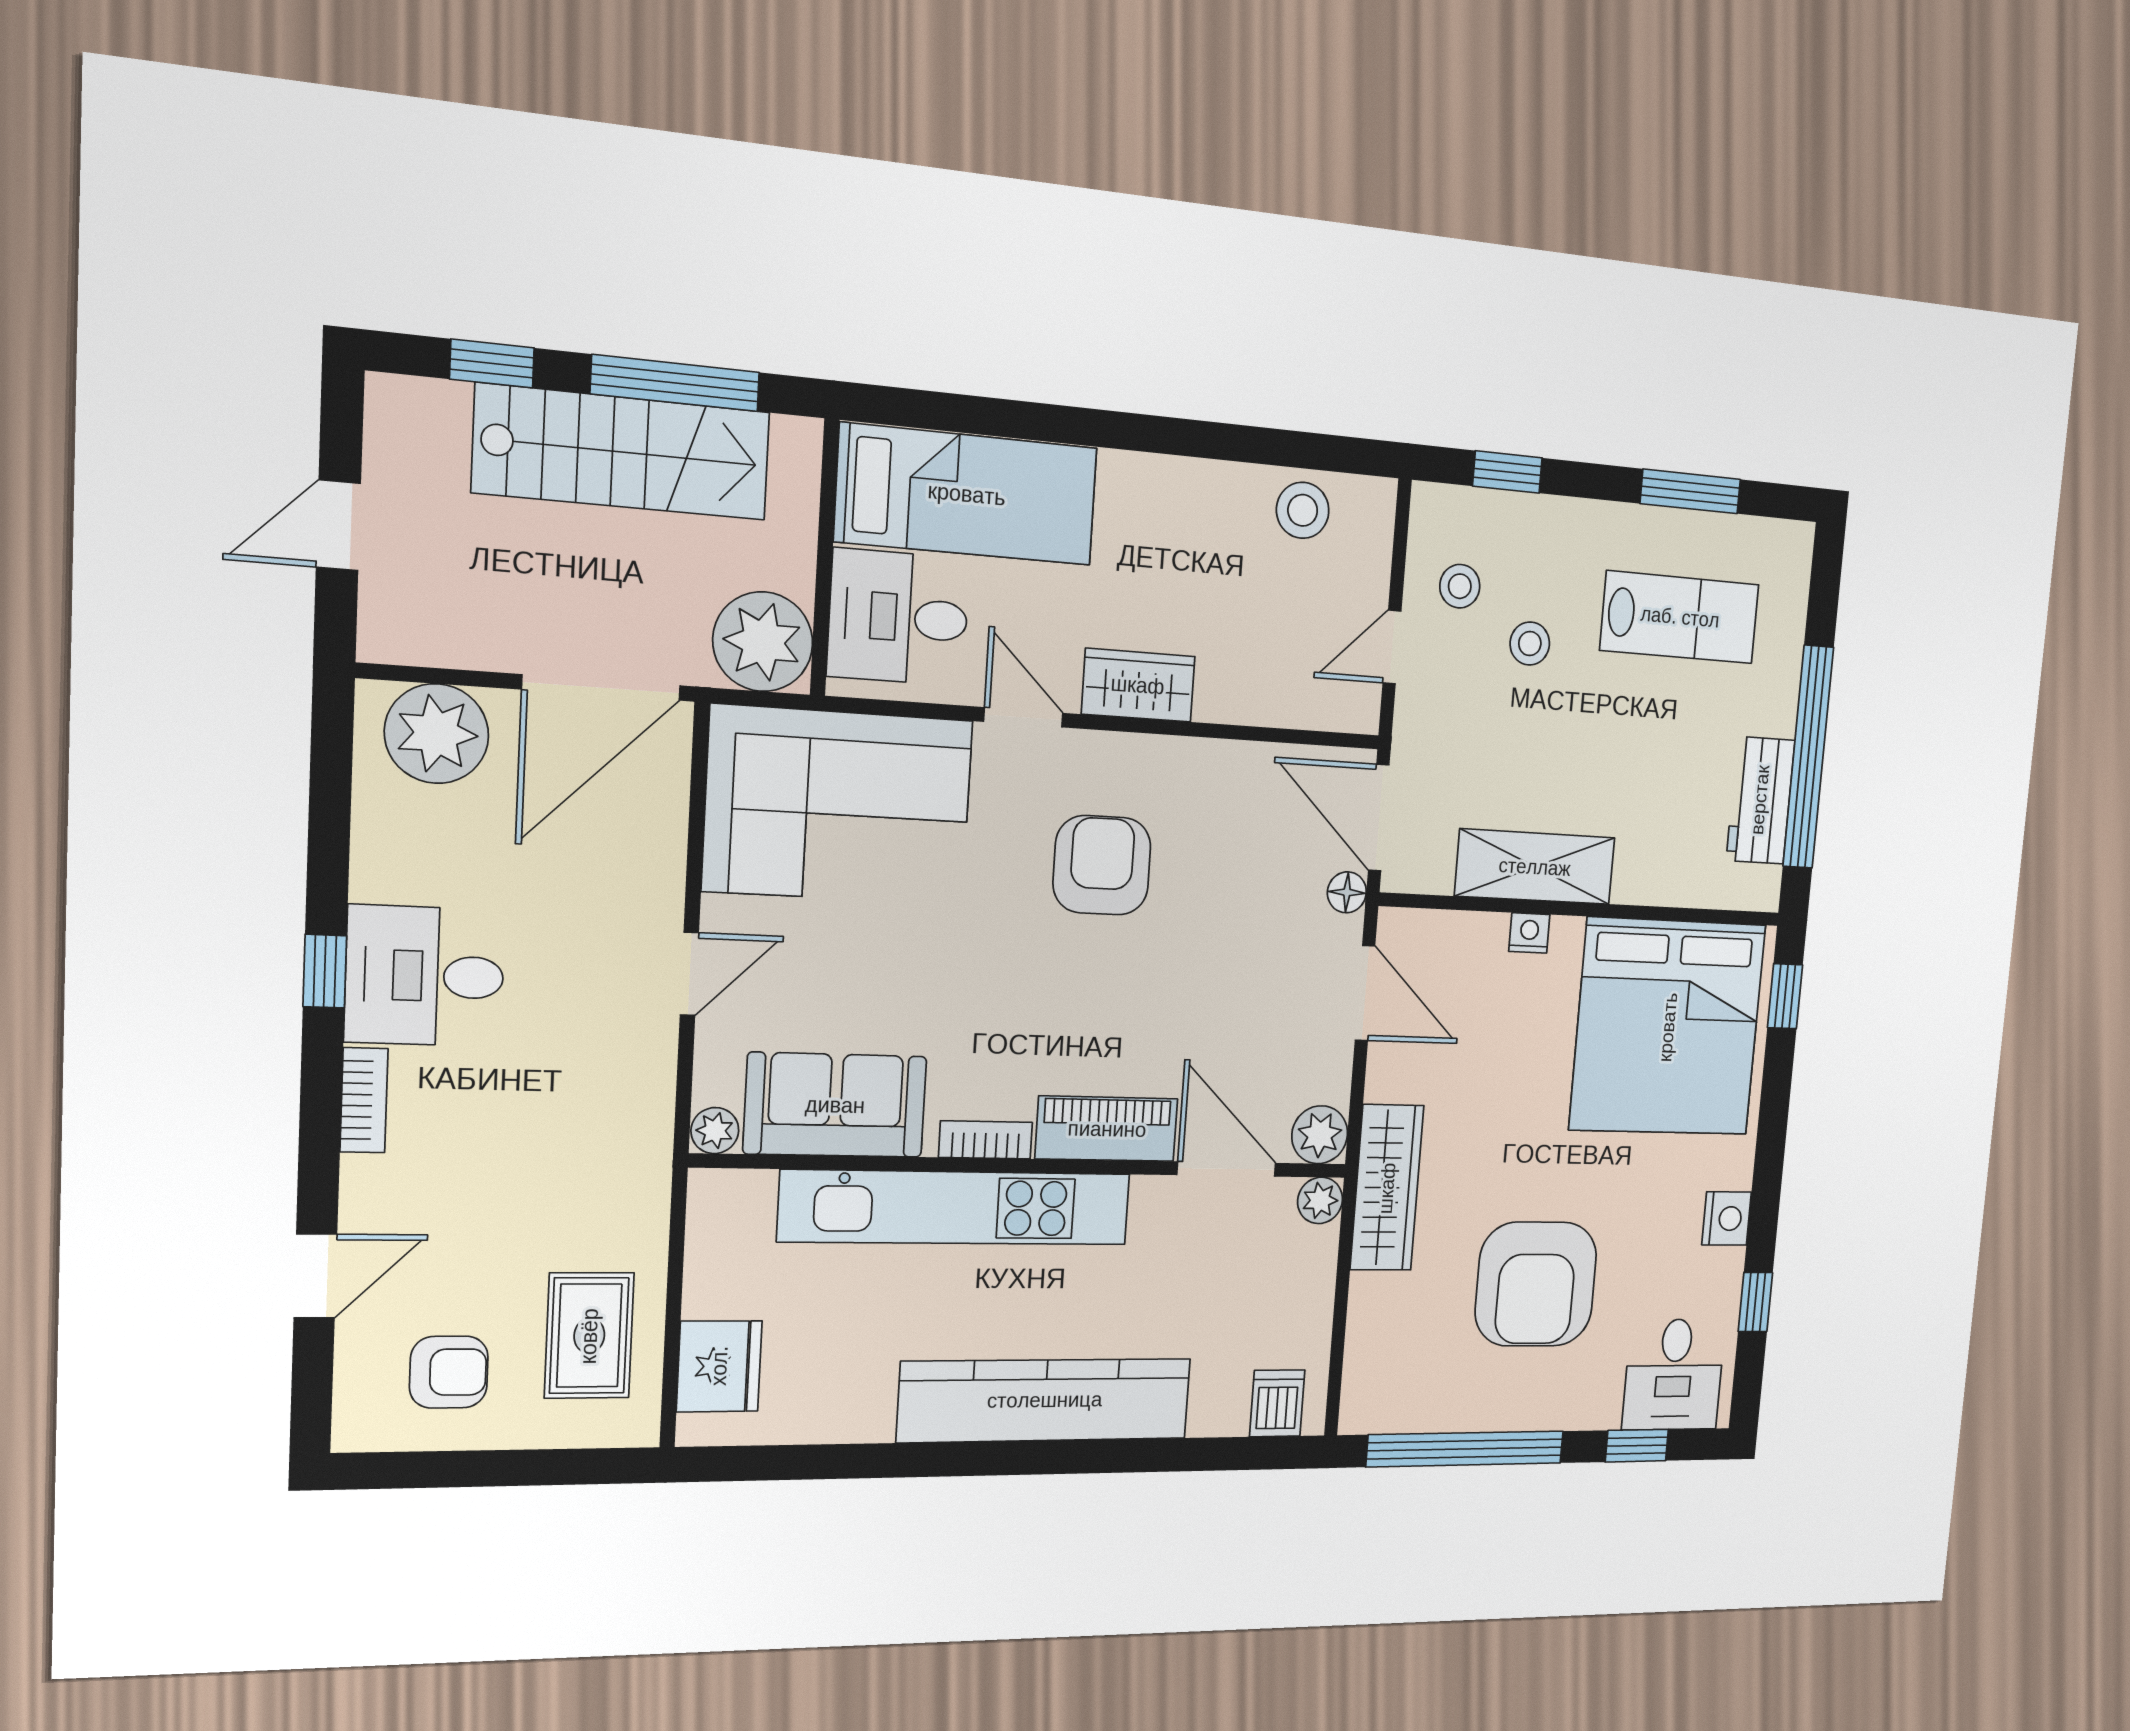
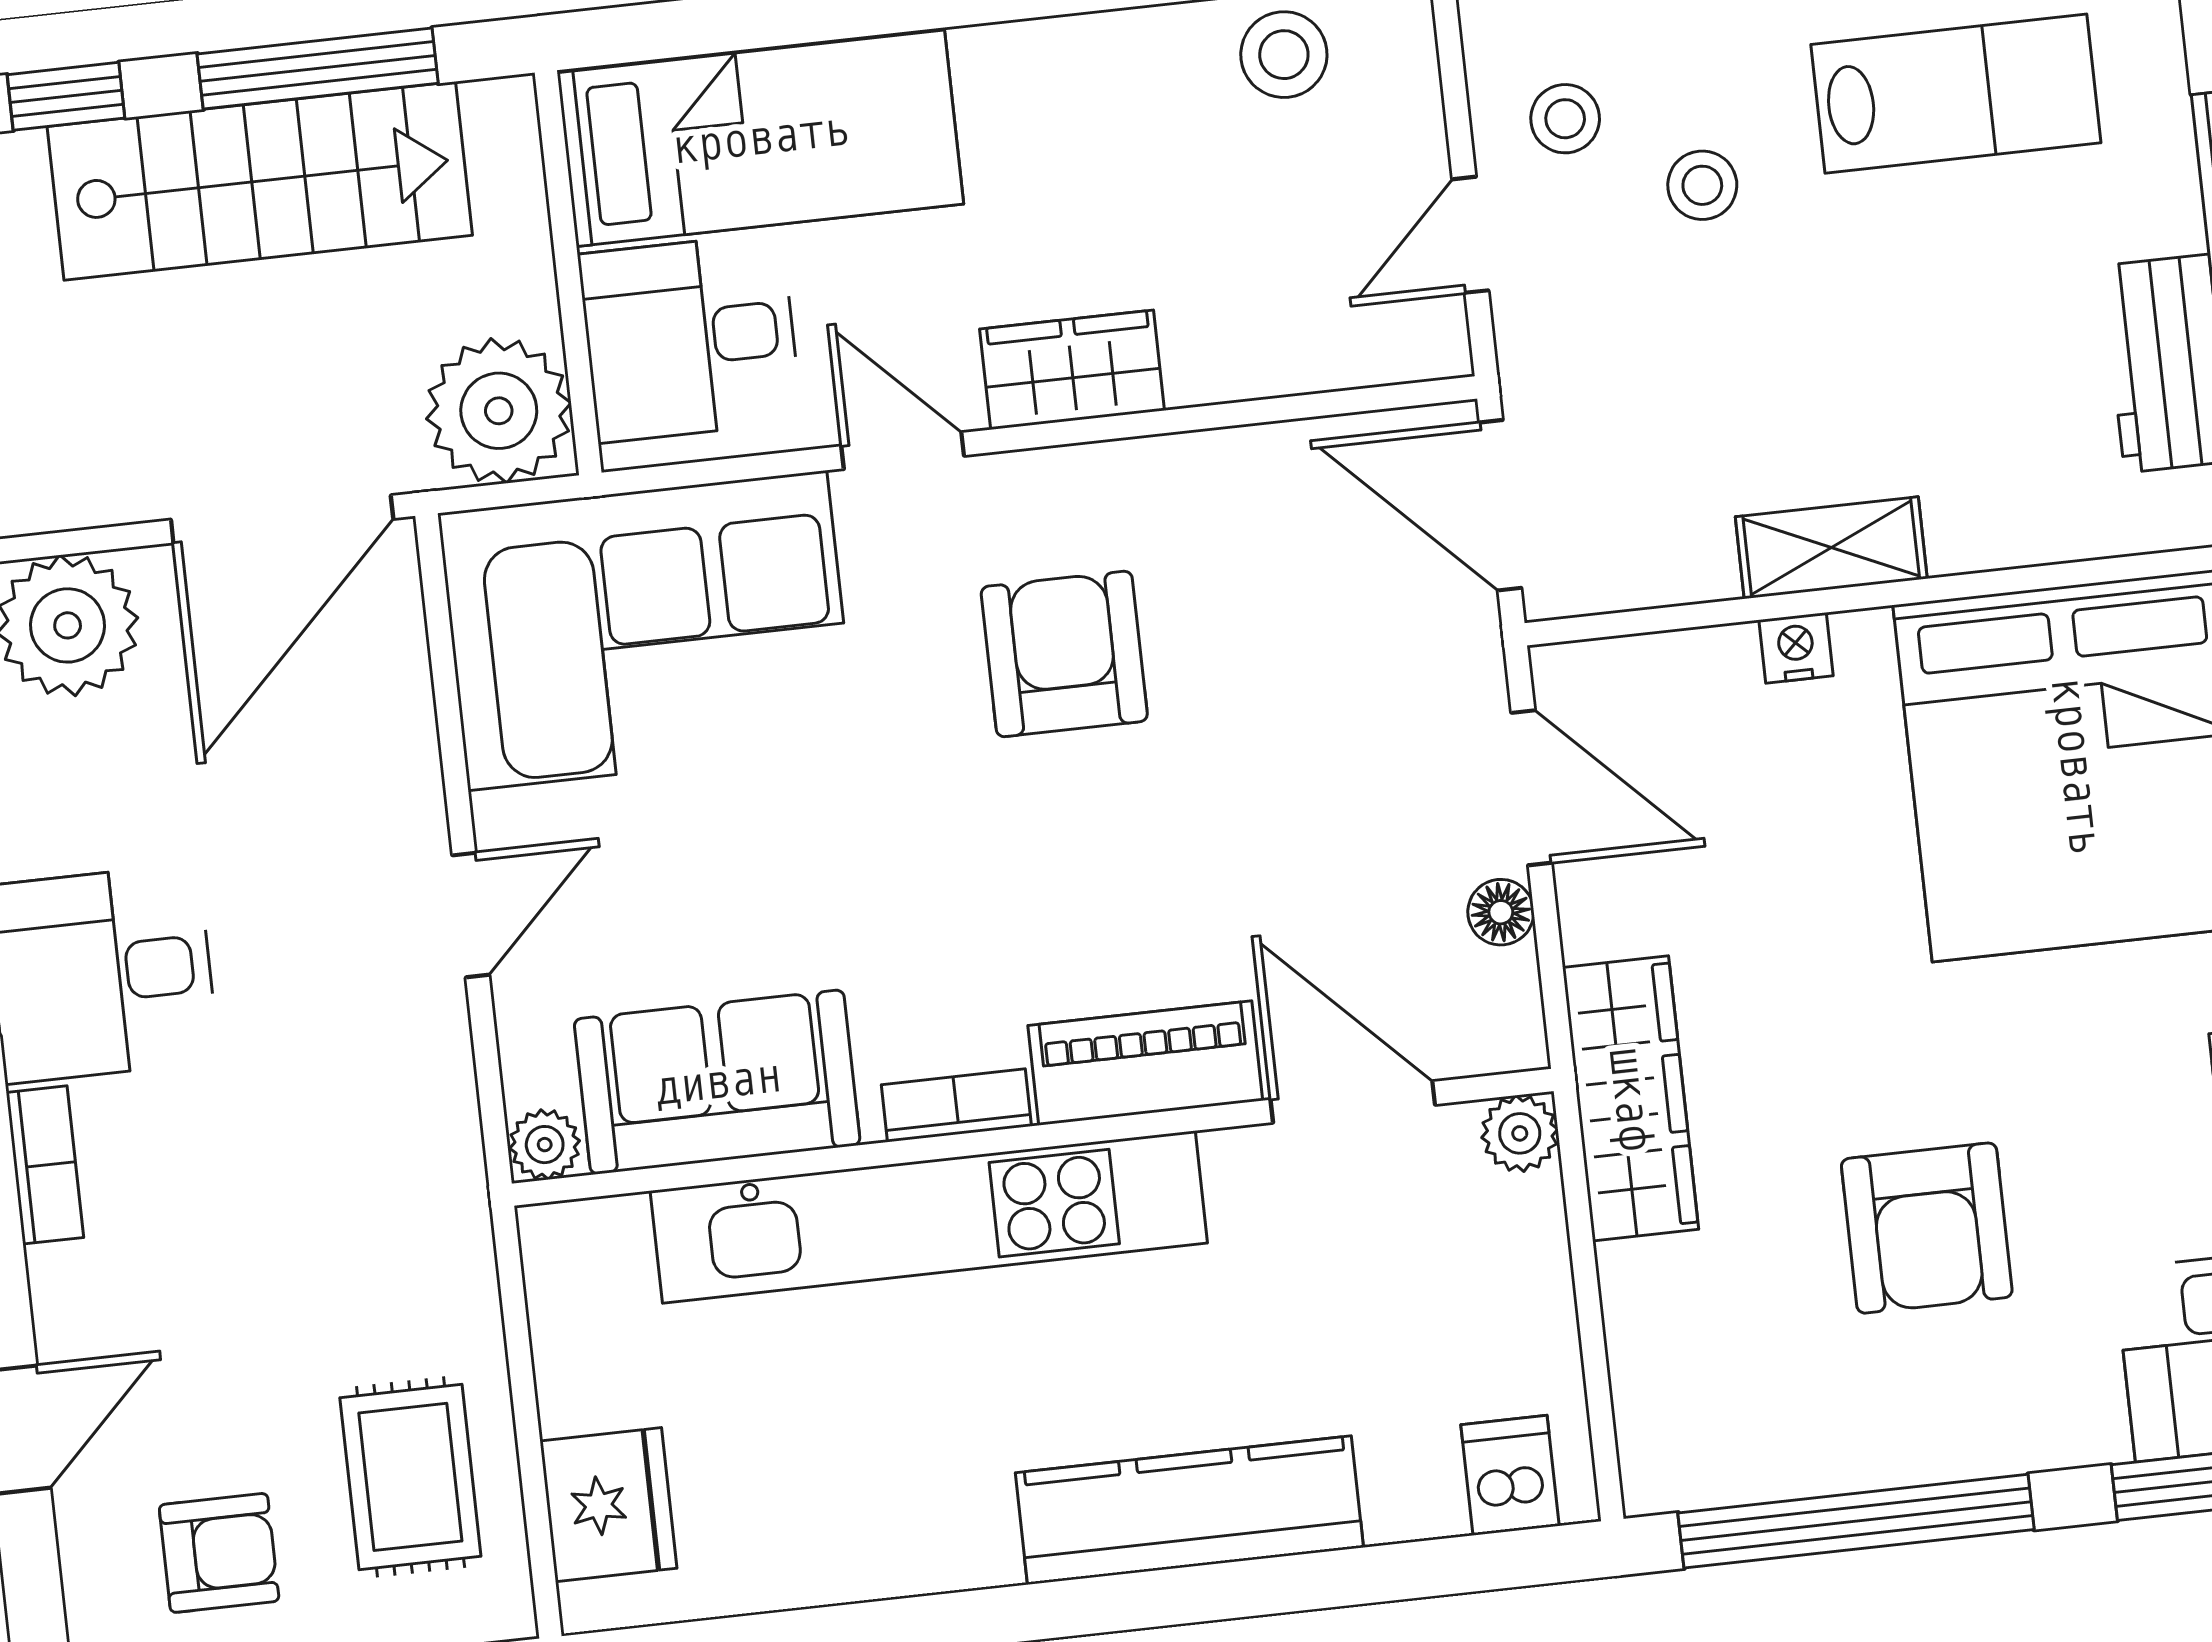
shelving: (1535, 867) -> (1831, 548), width x0.67, depth x0.75
floor lamp: (1347, 892) -> (1501, 912), moved
plant: (1320, 1135) -> (1499, 1027), removed
armchair: (1536, 1284) -> (1927, 1228), width x0.73, depth x0.73
kitchen counter: (1045, 1400) -> (1189, 1510), width x0.72, depth x0.86

